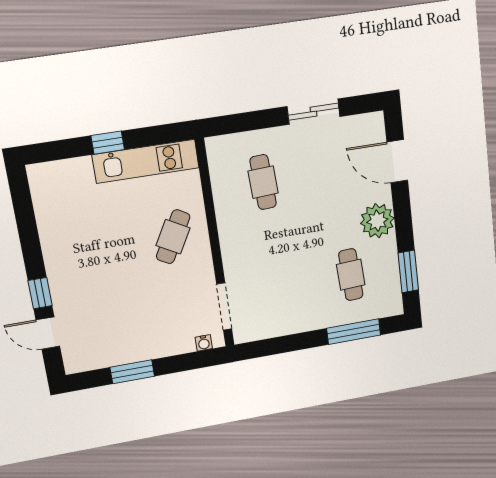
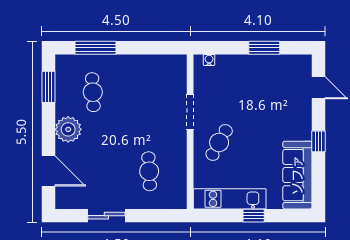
sofa: (55, 210) -> (297, 175), added
window: (40, 293) -> (318, 141), moved
doorway: (224, 307) -> (190, 112), moved

